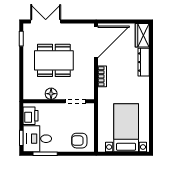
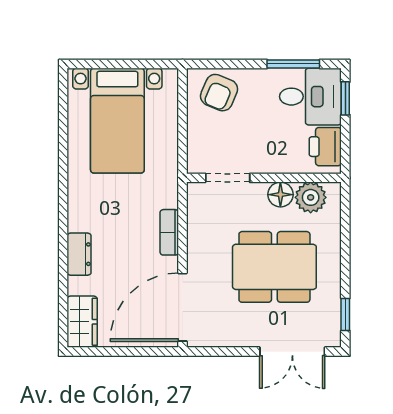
dresser: (144, 62) -> (79, 254), width x0.70
plant: (37, 92) -> (311, 197), added
armchair: (79, 141) -> (219, 93), turned 113

